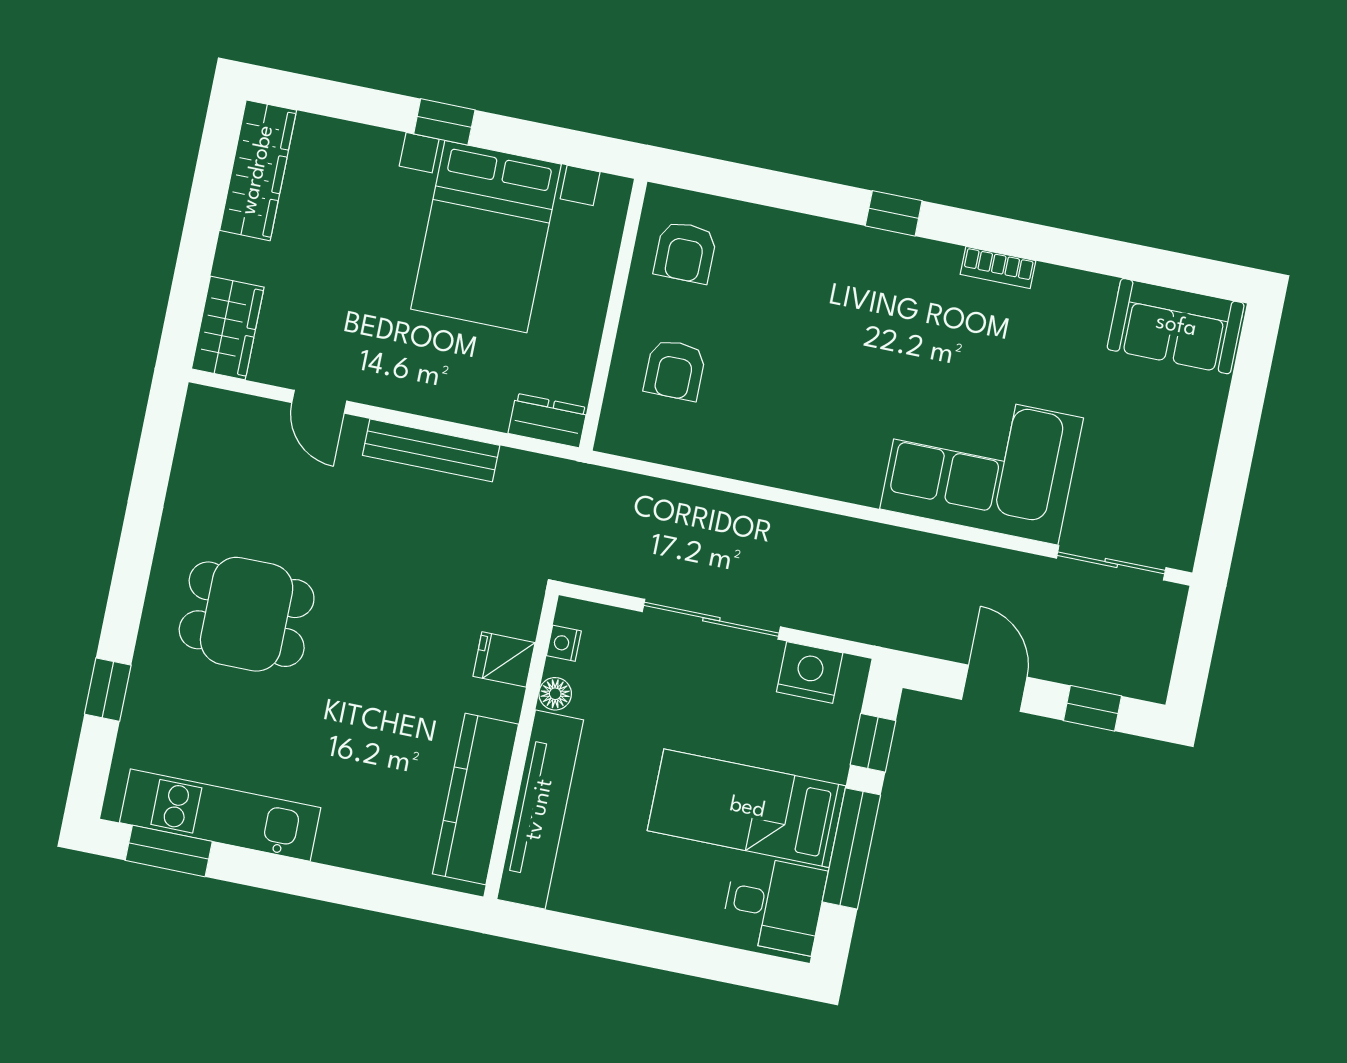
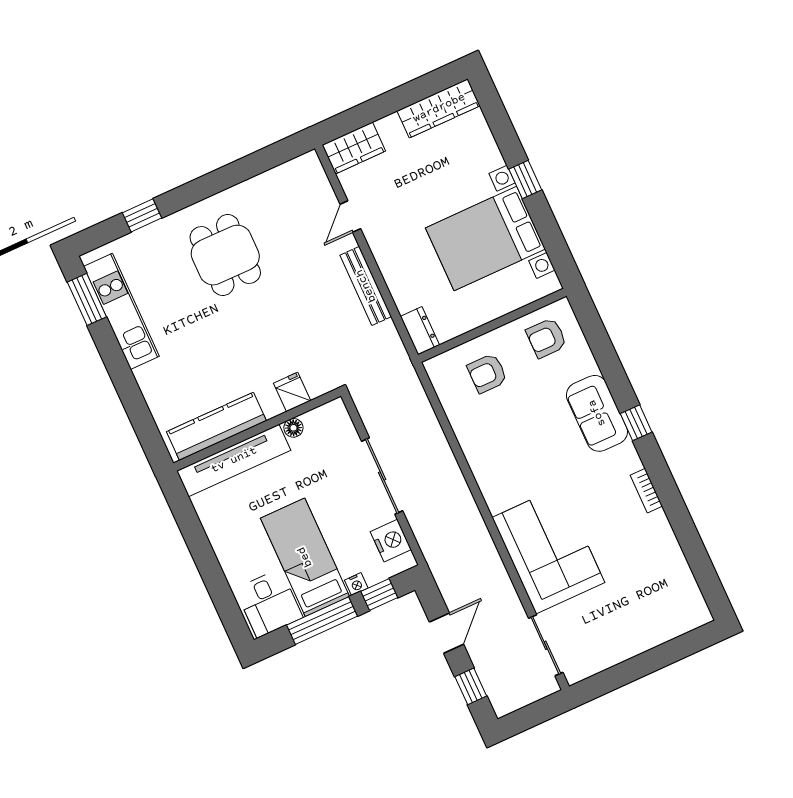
sofa: (1176, 326) -> (597, 413), moved
nightstand: (564, 643) -> (356, 584), moved, turned 180

